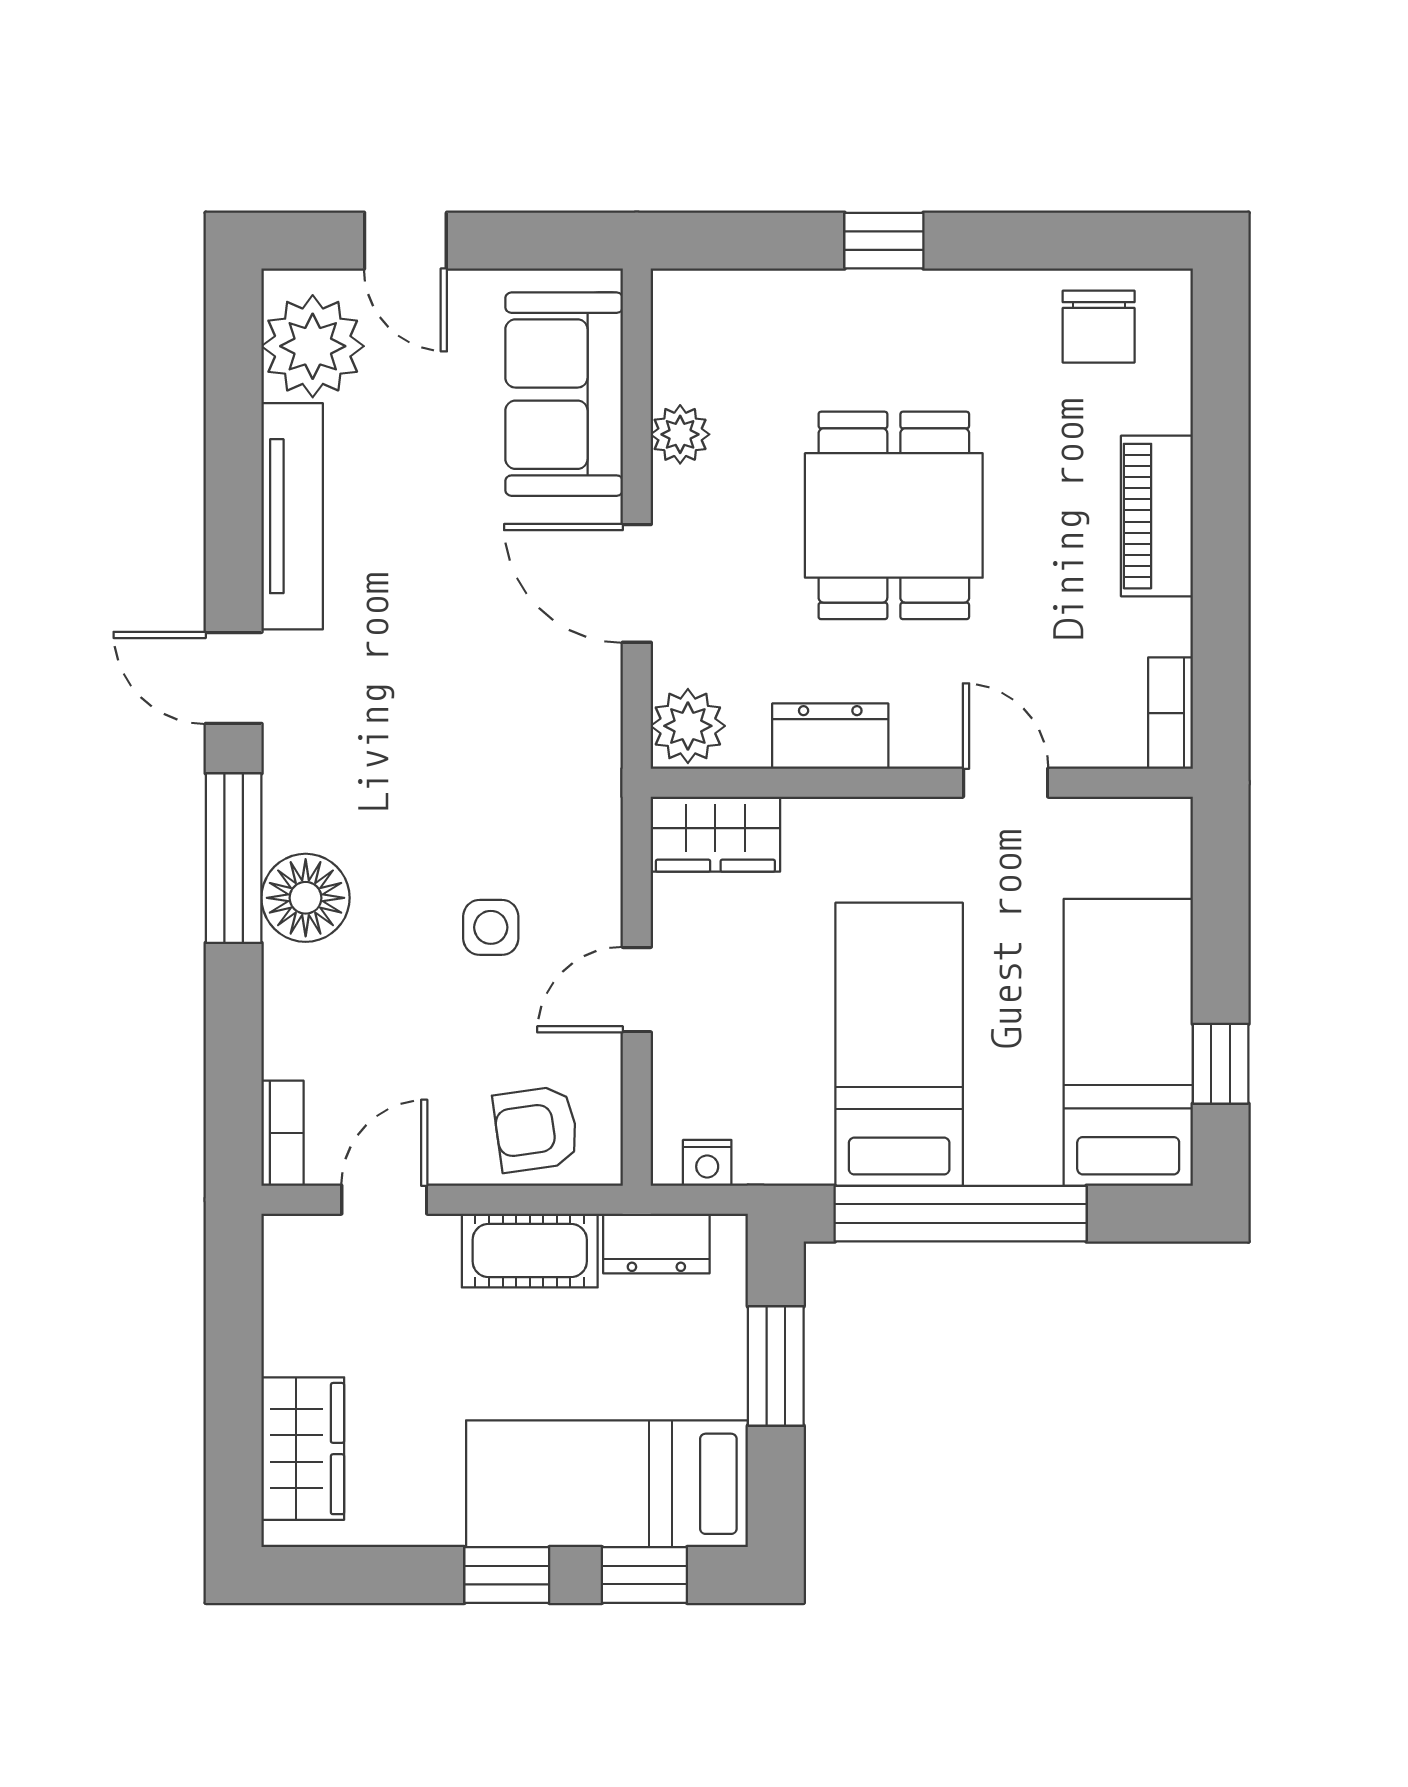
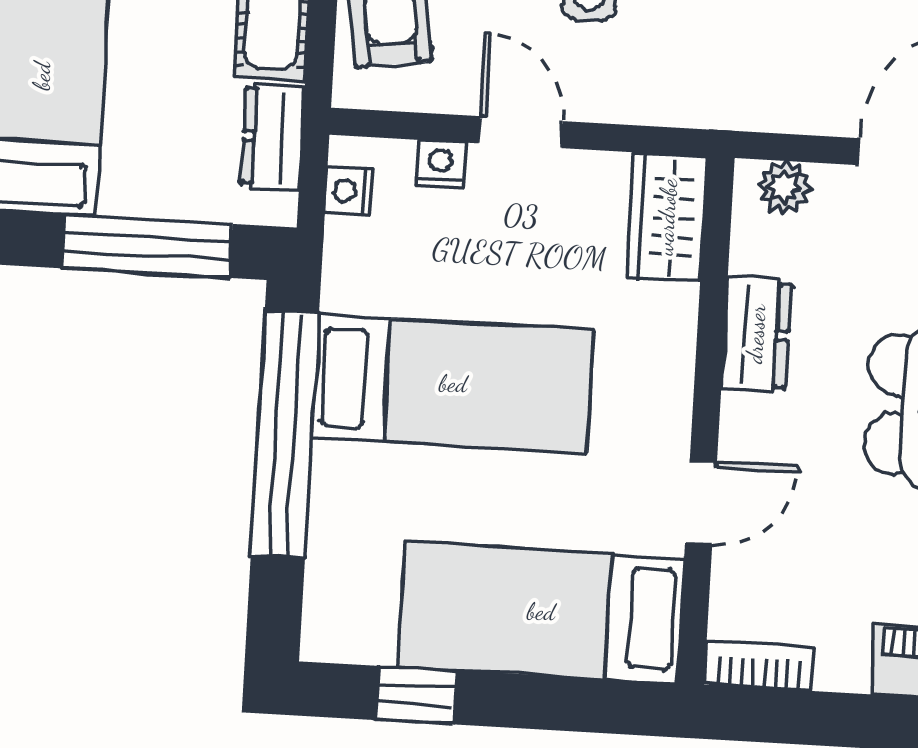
plant: (688, 726) -> (784, 187), width x0.73, depth x0.73
bed: (1128, 1042) -> (541, 612), moved, turned 180
nightstand: (674, 1070) -> (440, 164), added
window: (776, 1366) -> (147, 246), width x1.44

